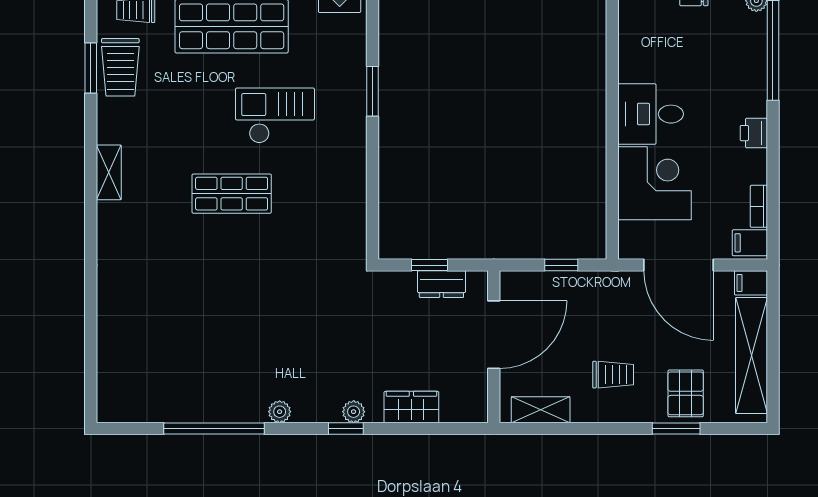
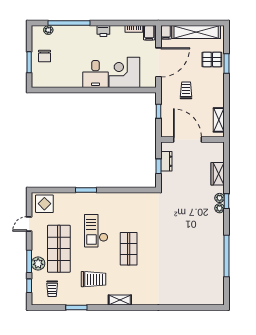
trolley: (120, 67) -> (94, 279), moved
trolley: (613, 375) -> (186, 90), moved
plant: (280, 412) -> (220, 208), moved

